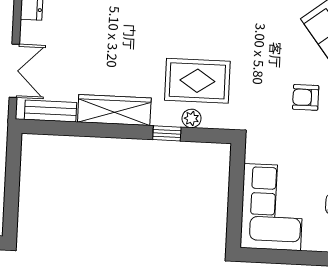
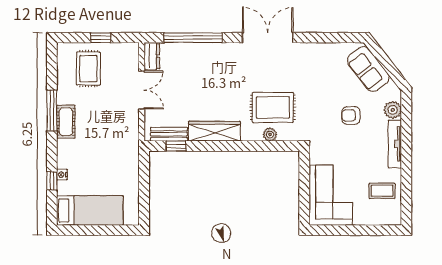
double door: (14, 71) -> (142, 90), moved
window: (167, 133) -> (176, 146), moved

